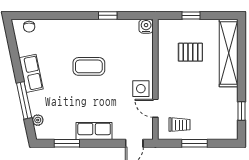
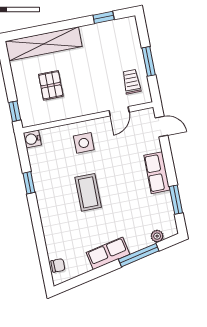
window: (191, 15) -> (15, 111), moved
side table: (141, 89) -> (84, 143), moved

